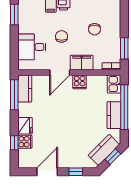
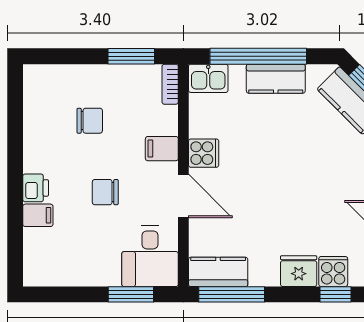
window: (14, 15) -> (131, 294), moved
desk: (32, 47) -> (150, 256), moved
filing cabinet: (82, 63) -> (162, 149), width x0.50

